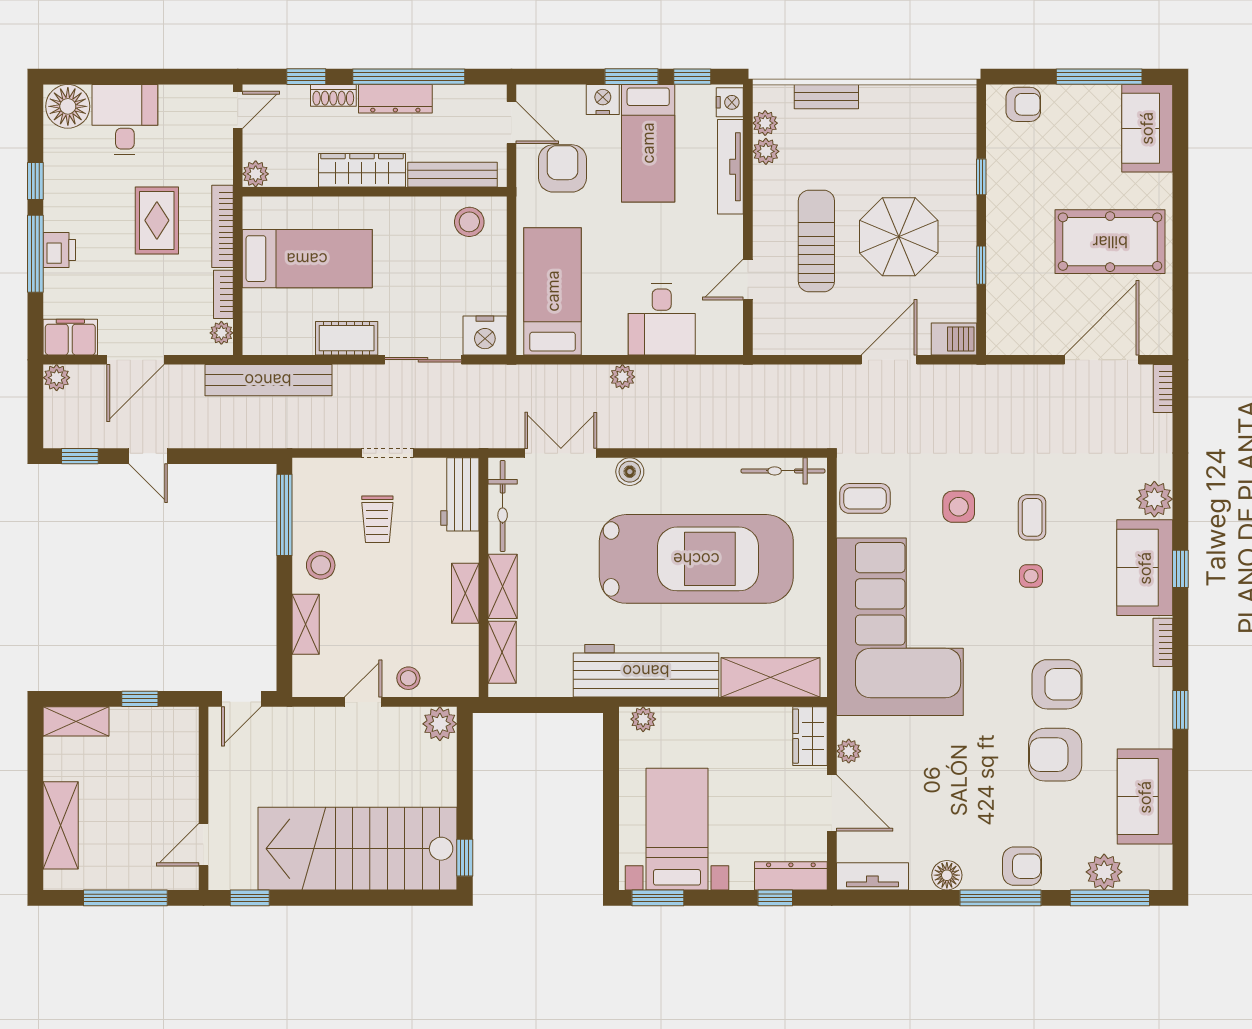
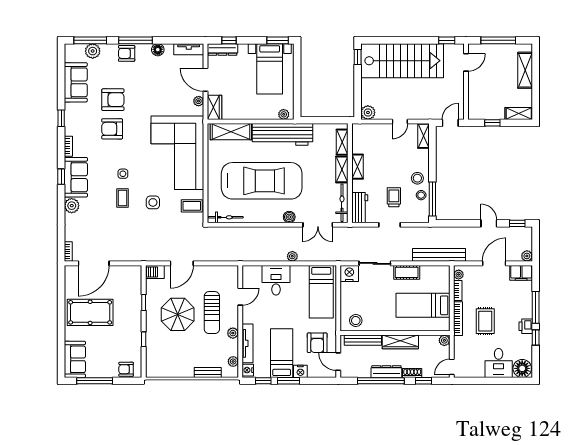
plant: (766, 151) -> (233, 333), moved
printer: (59, 250) -> (526, 326), moved
car: (696, 559) -> (262, 181), turned 180
shelving: (306, 624) -> (424, 136), moved
stool: (408, 678) -> (421, 195), moved

